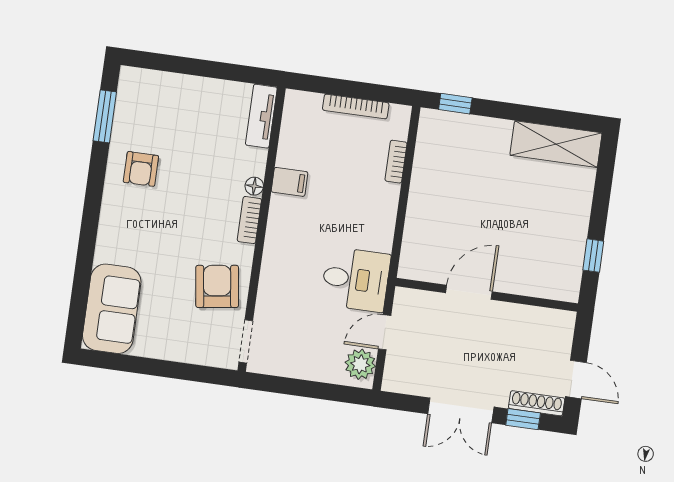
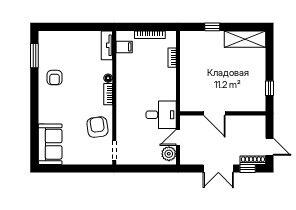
window: (455, 104) -> (212, 27), moved
filing cabinet: (290, 182) -> (124, 47), moved
door: (469, 292) -> (214, 113), swing flipped

